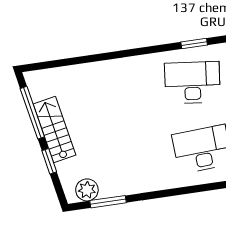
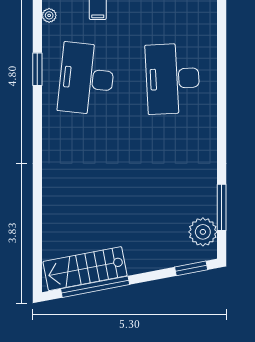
stairs: (54, 130) -> (85, 269), moved
window: (49, 161) -> (191, 268), moved

